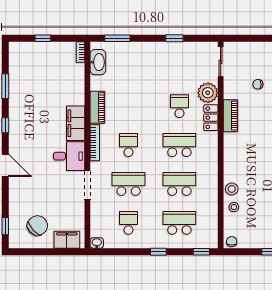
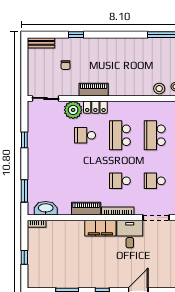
school desk: (129, 184) -> (155, 181), width x0.54

